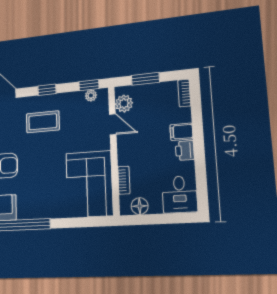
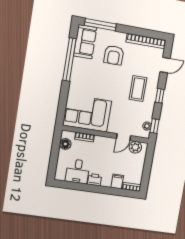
window: (145, 79) -> (148, 164), removed
filing cabinet: (181, 132) -> (117, 181), moved
desk: (180, 194) -> (78, 171), moved, turned -90

